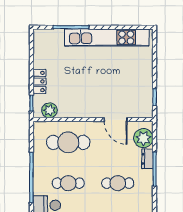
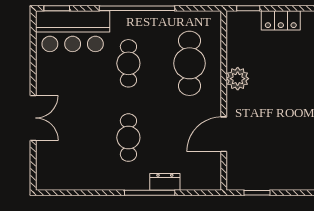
plant: (50, 110) -> (238, 79), moved
plant: (143, 138) -> (196, 176), removed

